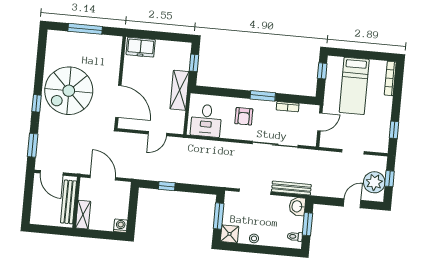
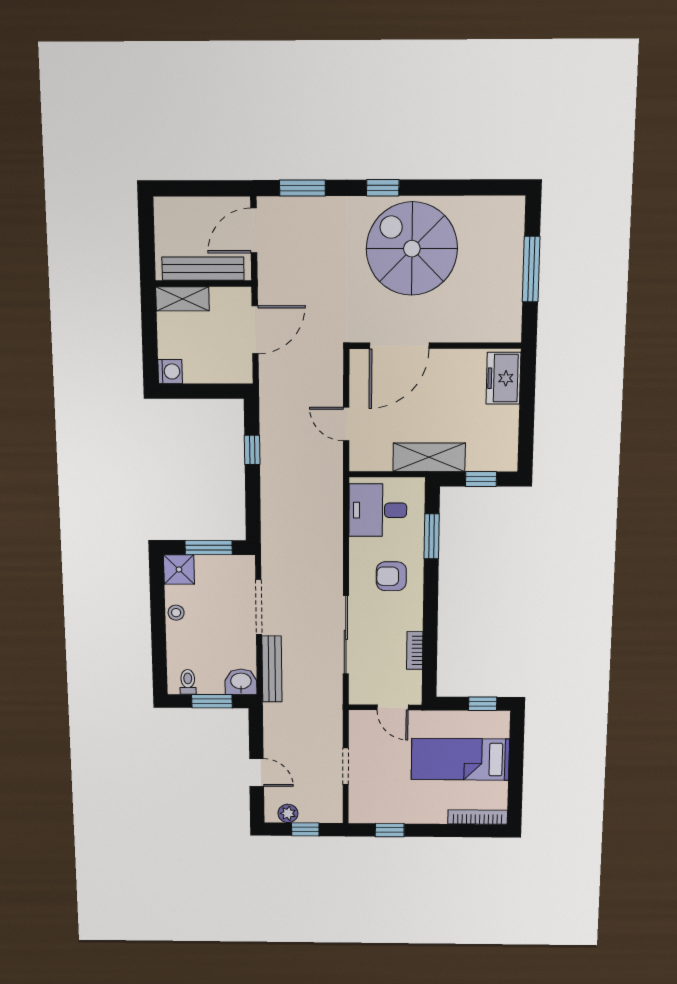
window: (263, 96) -> (432, 536), moved
plant: (374, 182) -> (288, 813), width x0.53, depth x0.53

